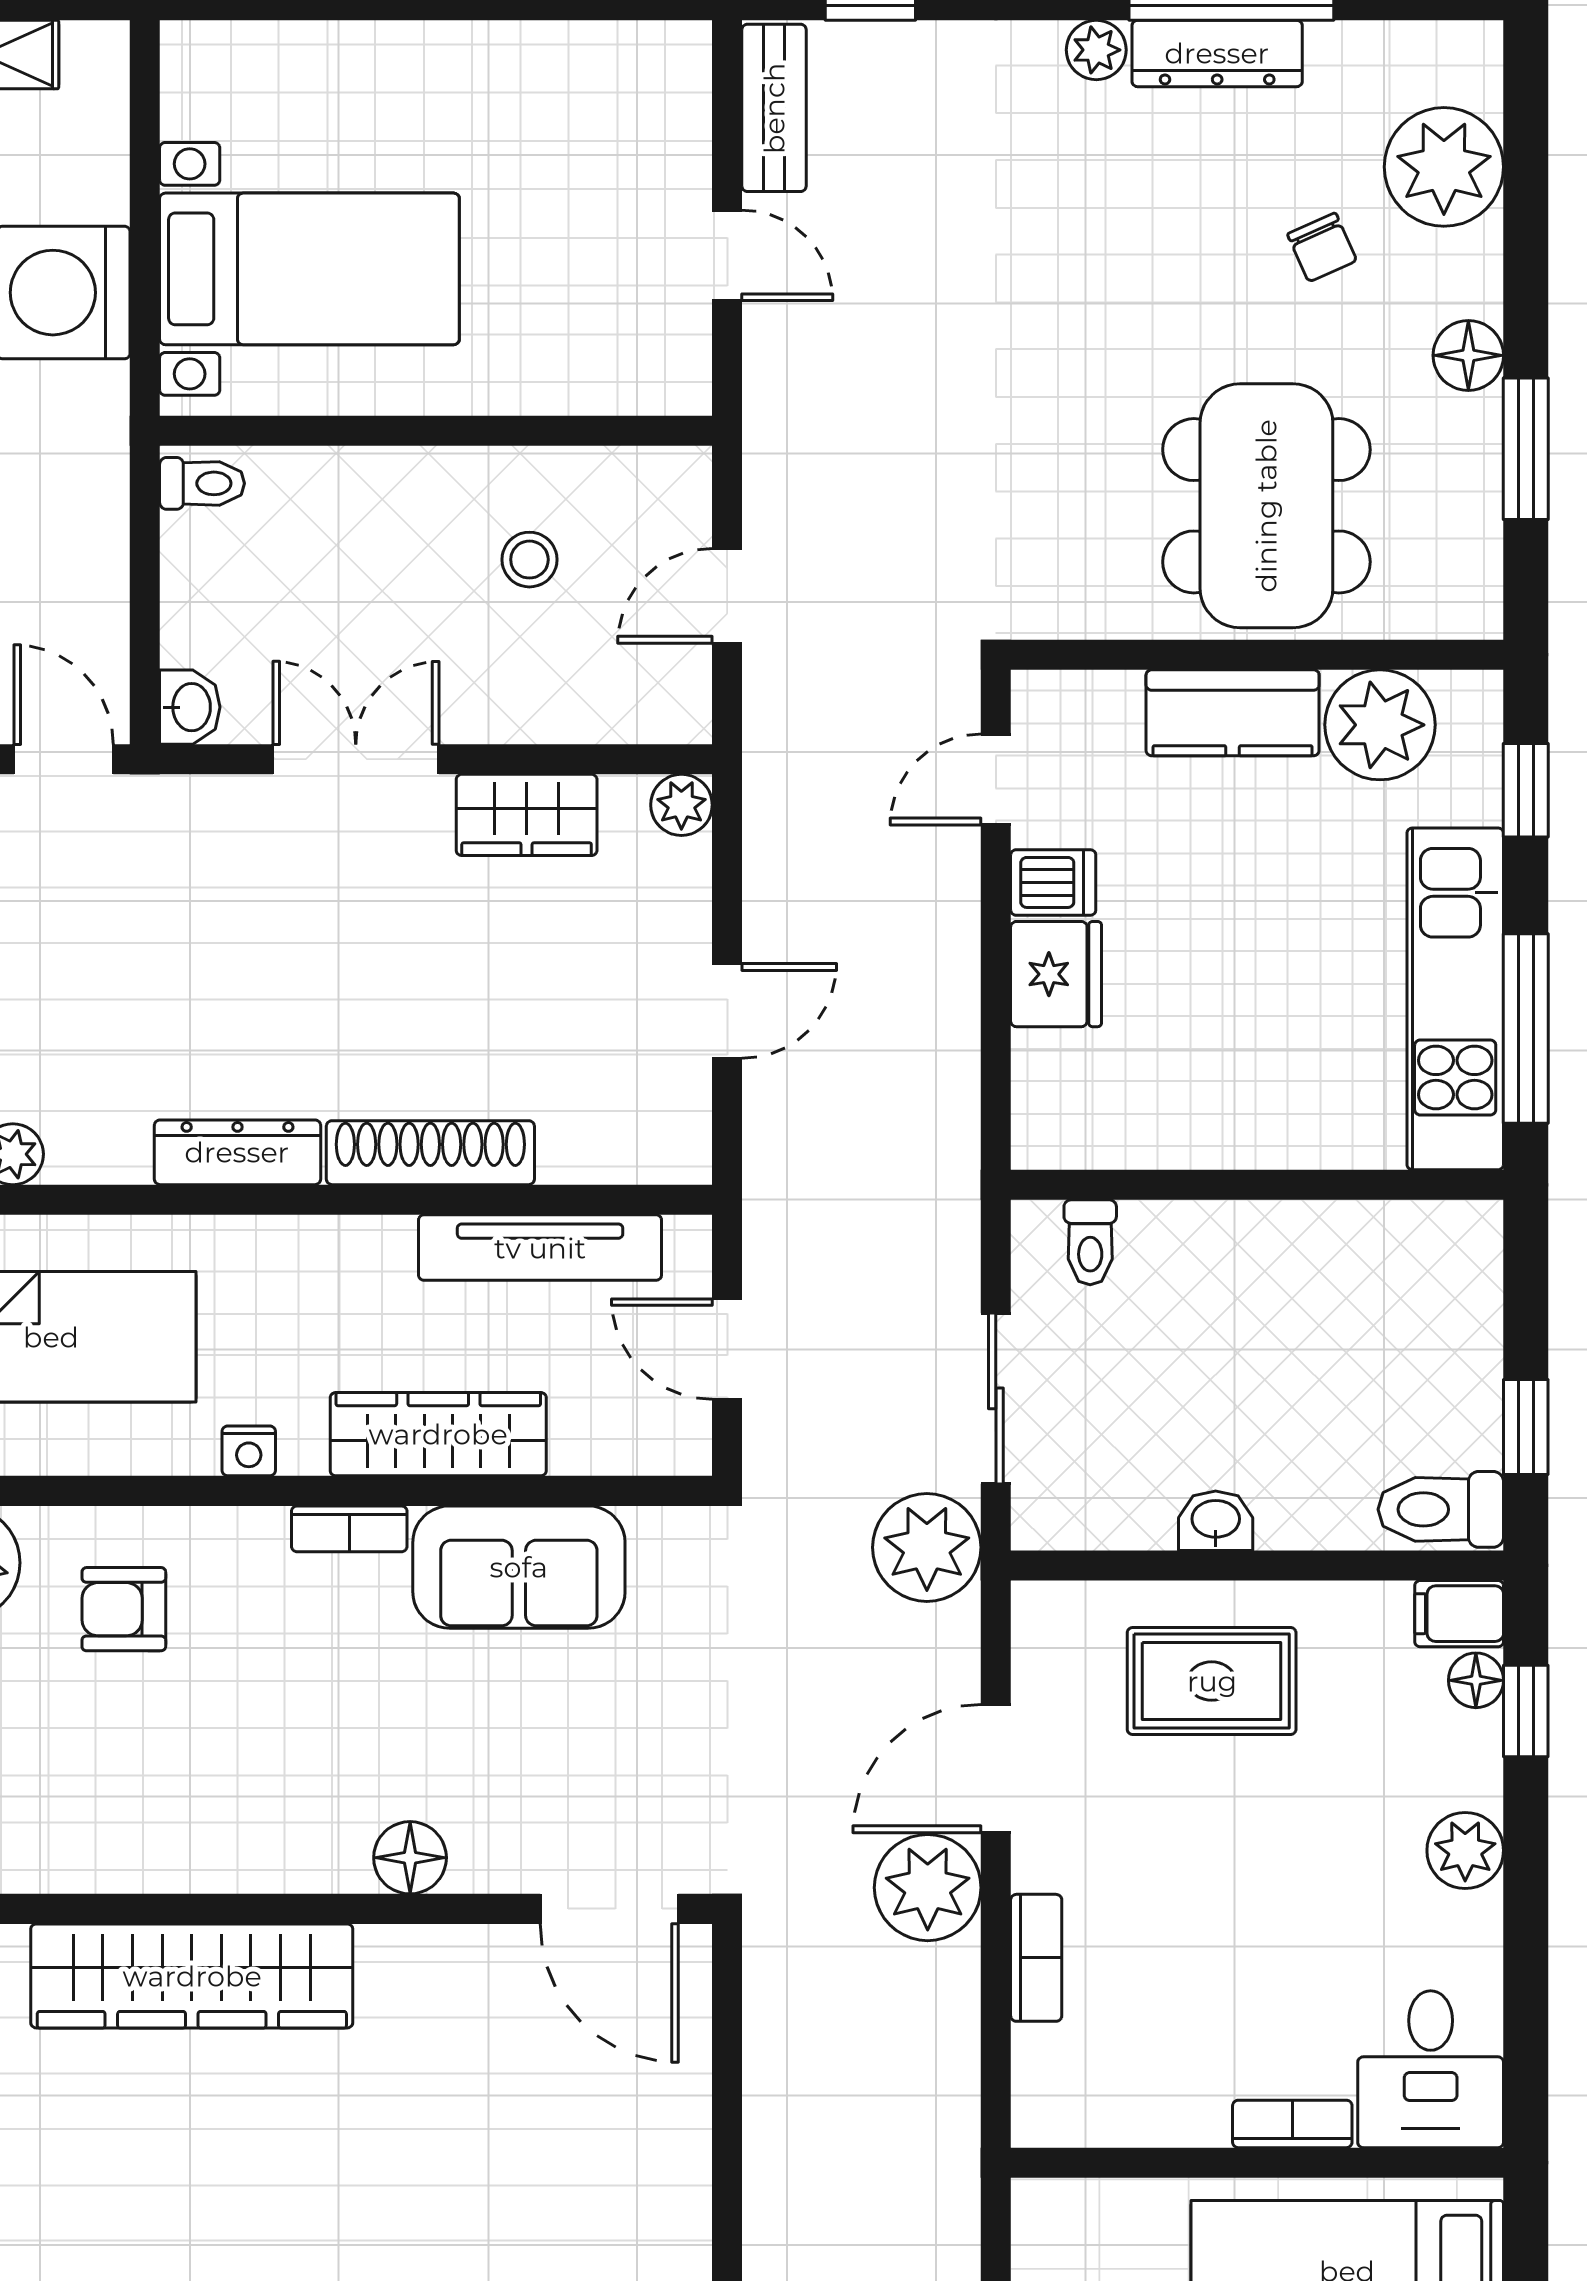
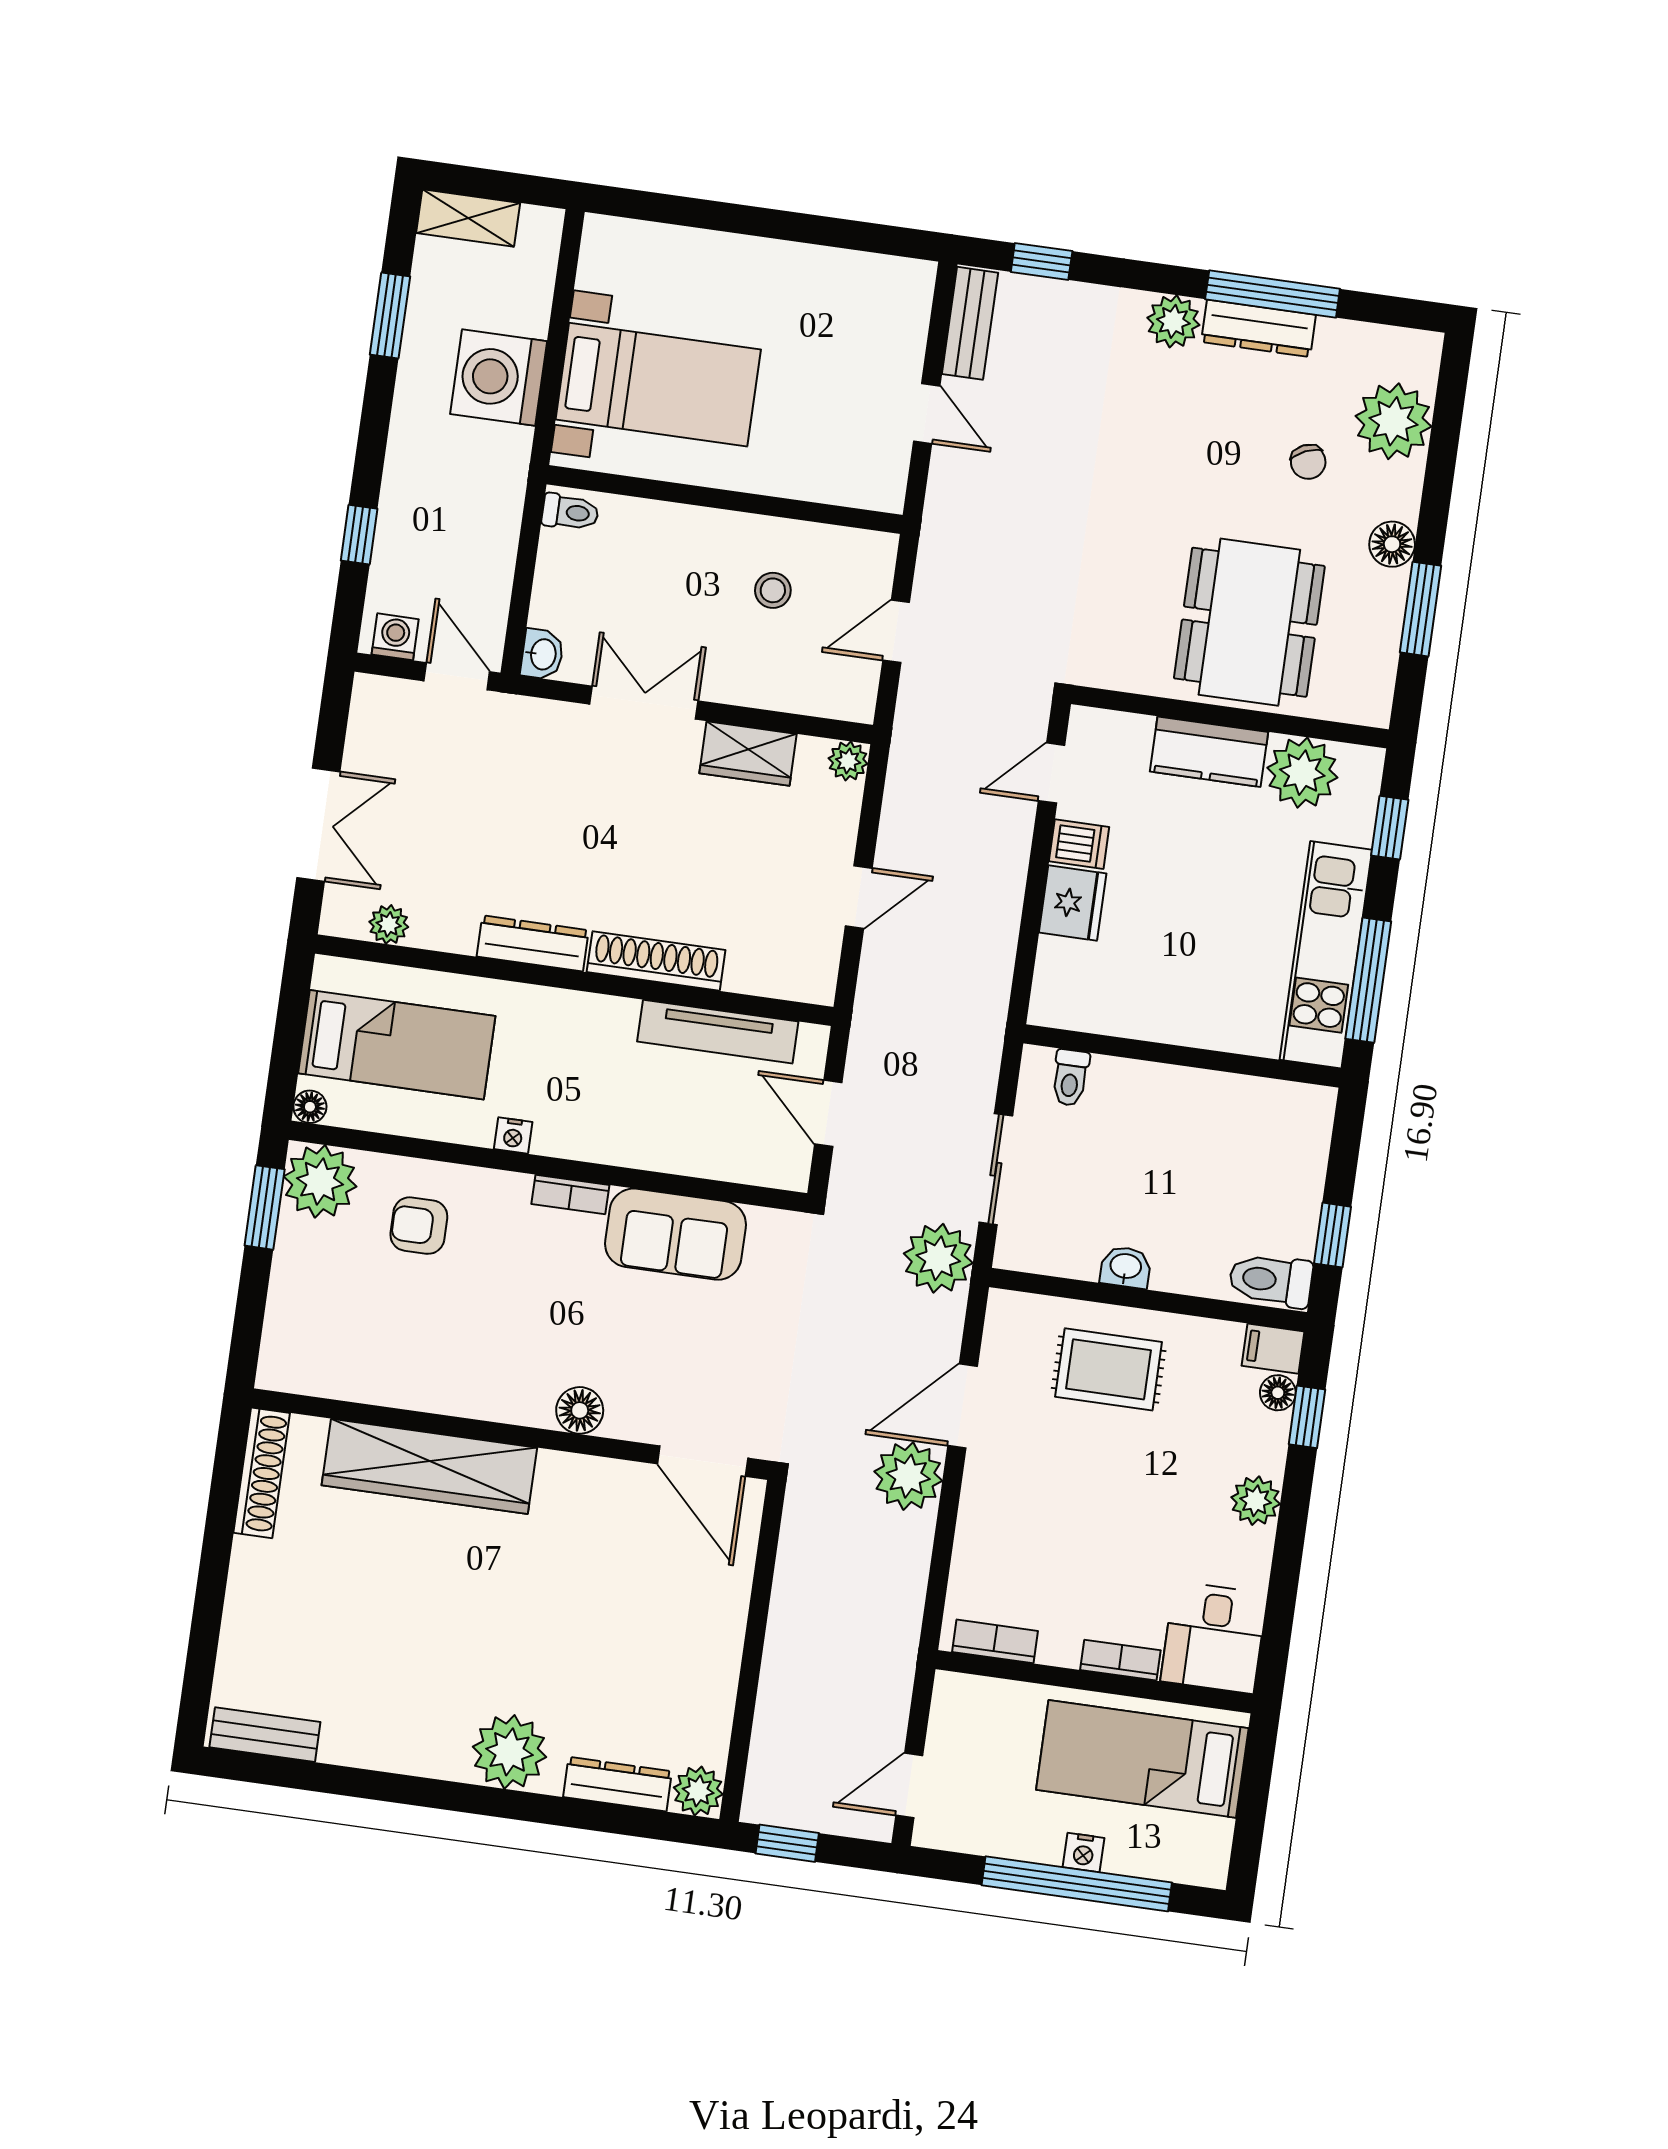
plant: (1096, 50) -> (1173, 321), width x1.38, depth x1.38
wardrobe: (438, 1434) -> (636, 1142), removed
bookcase: (1036, 1958) -> (995, 1641), moved, turned -90

